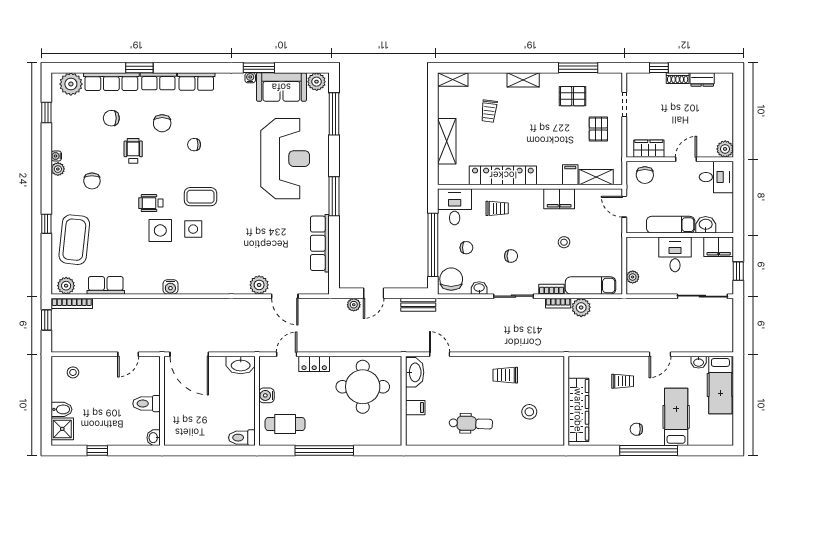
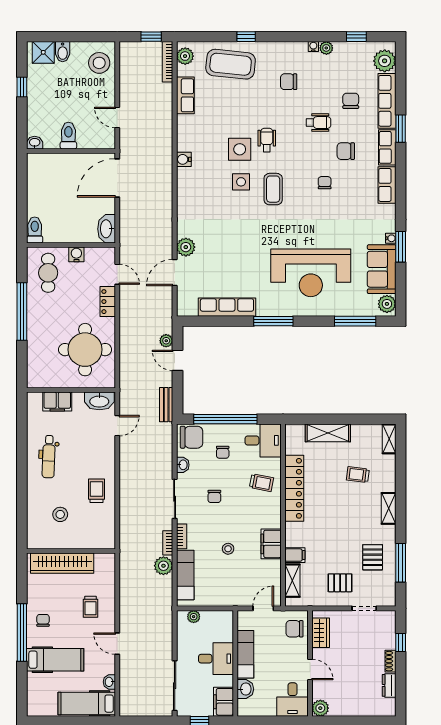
plant: (58, 169) -> (326, 48), moved
trolley: (497, 208) -> (261, 483), turned -79
stool: (73, 372) -> (99, 63), width x1.89, depth x1.89
filing cabinet: (415, 408) -> (57, 402), width x2.00

